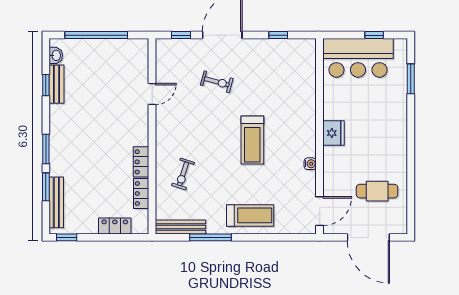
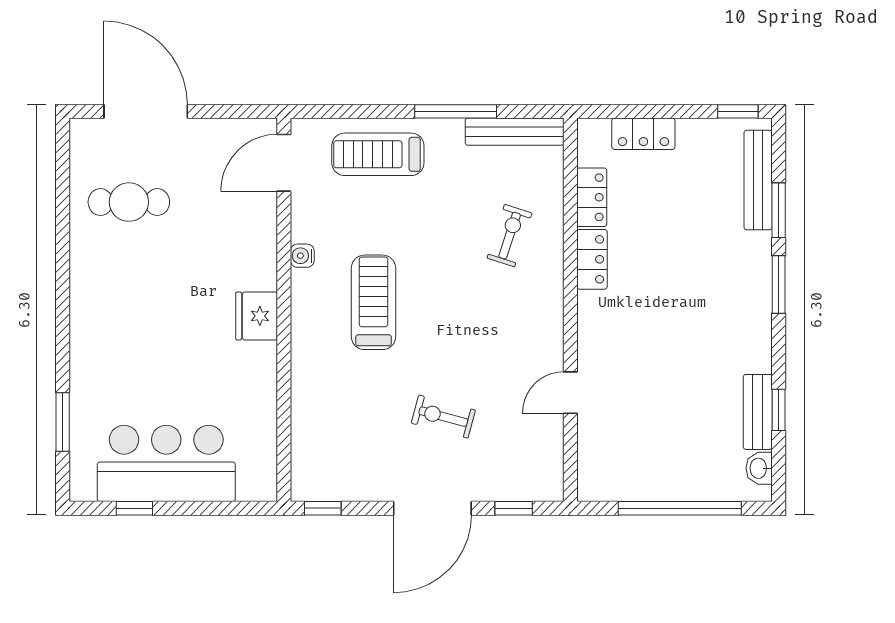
fridge: (333, 133) -> (257, 316), moved
wall: (320, 136) -> (284, 310), moved
water cooler: (310, 164) -> (302, 256), moved
door: (320, 211) -> (284, 163), moved

